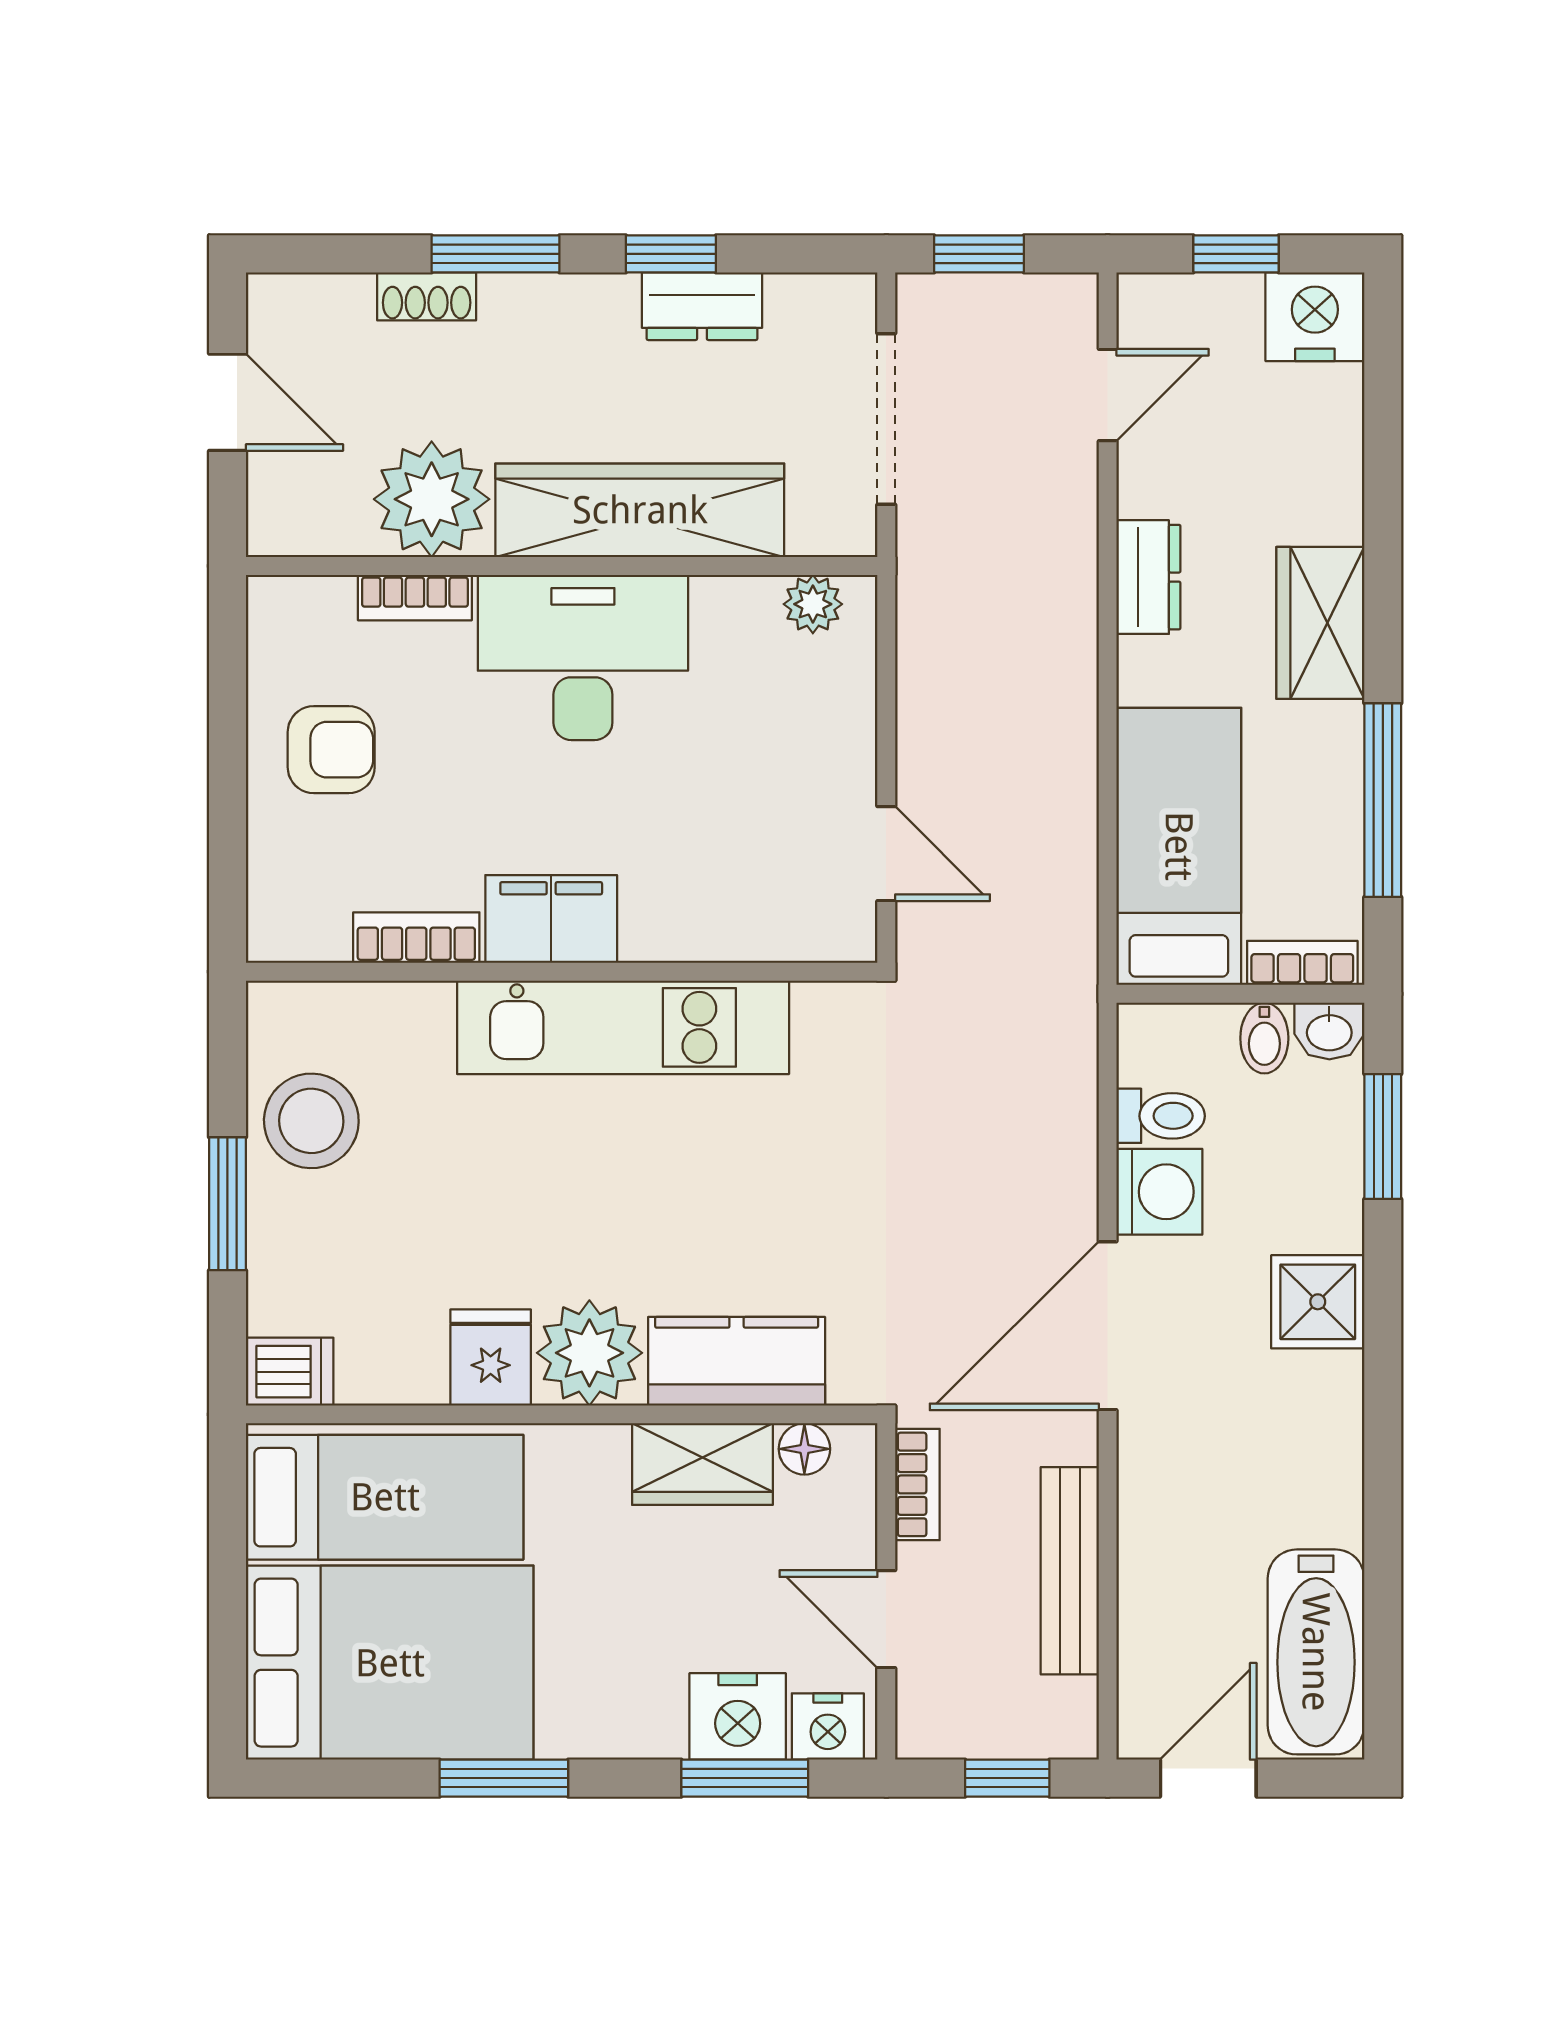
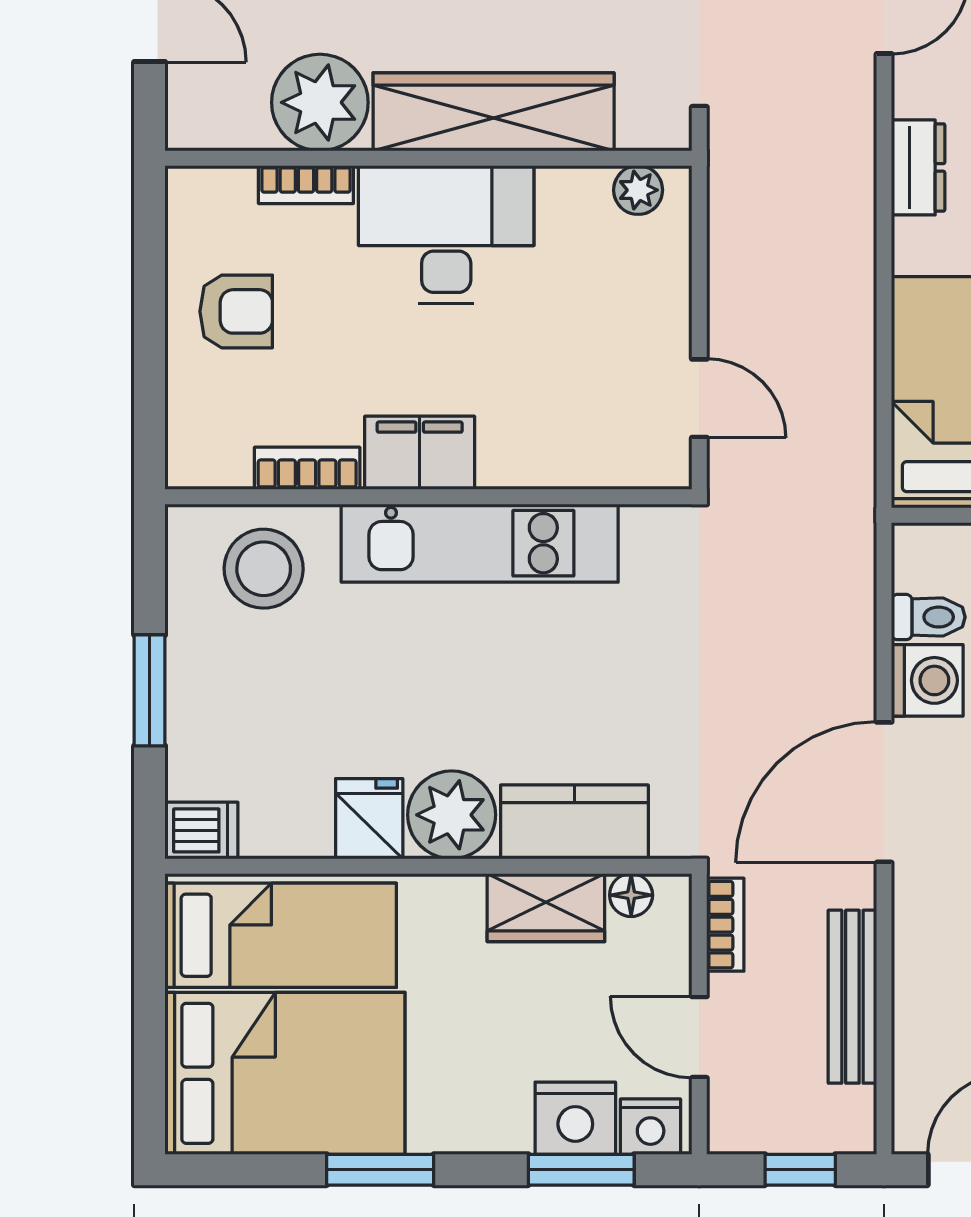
stool: (311, 1121) -> (264, 569), moved

